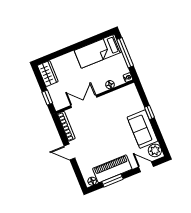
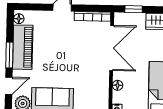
double door: (84, 101) -> (112, 48), width x1.37
window: (113, 180) -> (9, 55), moved

